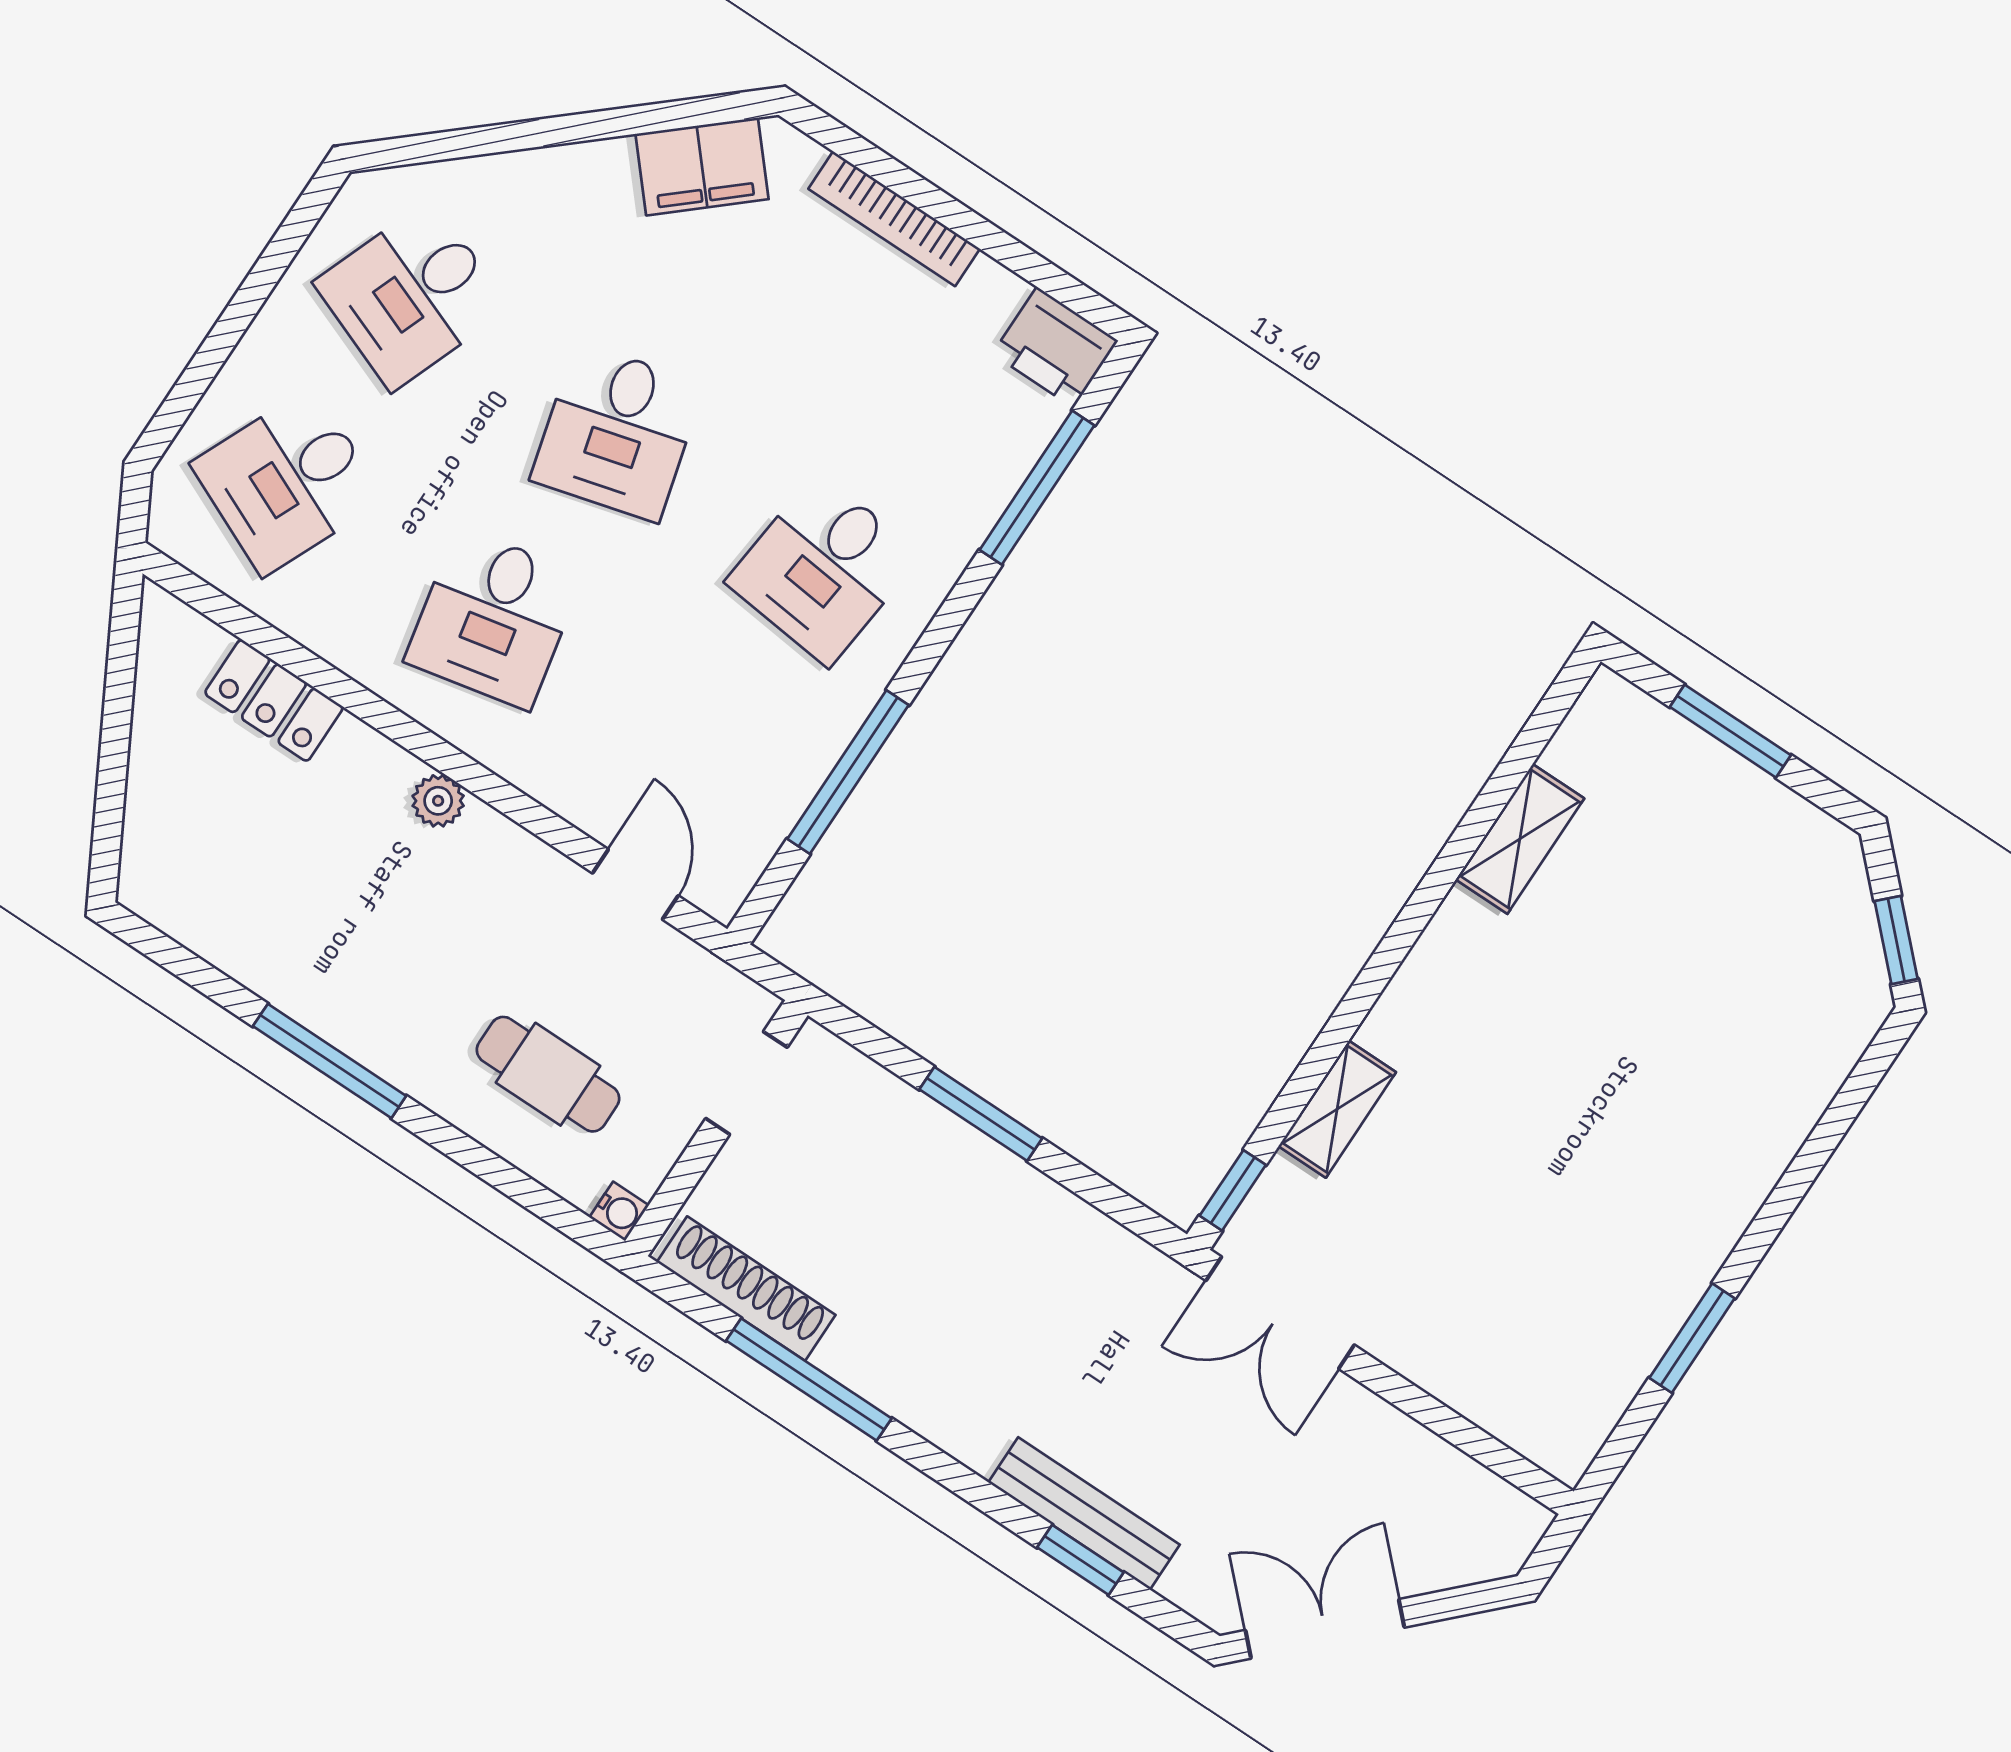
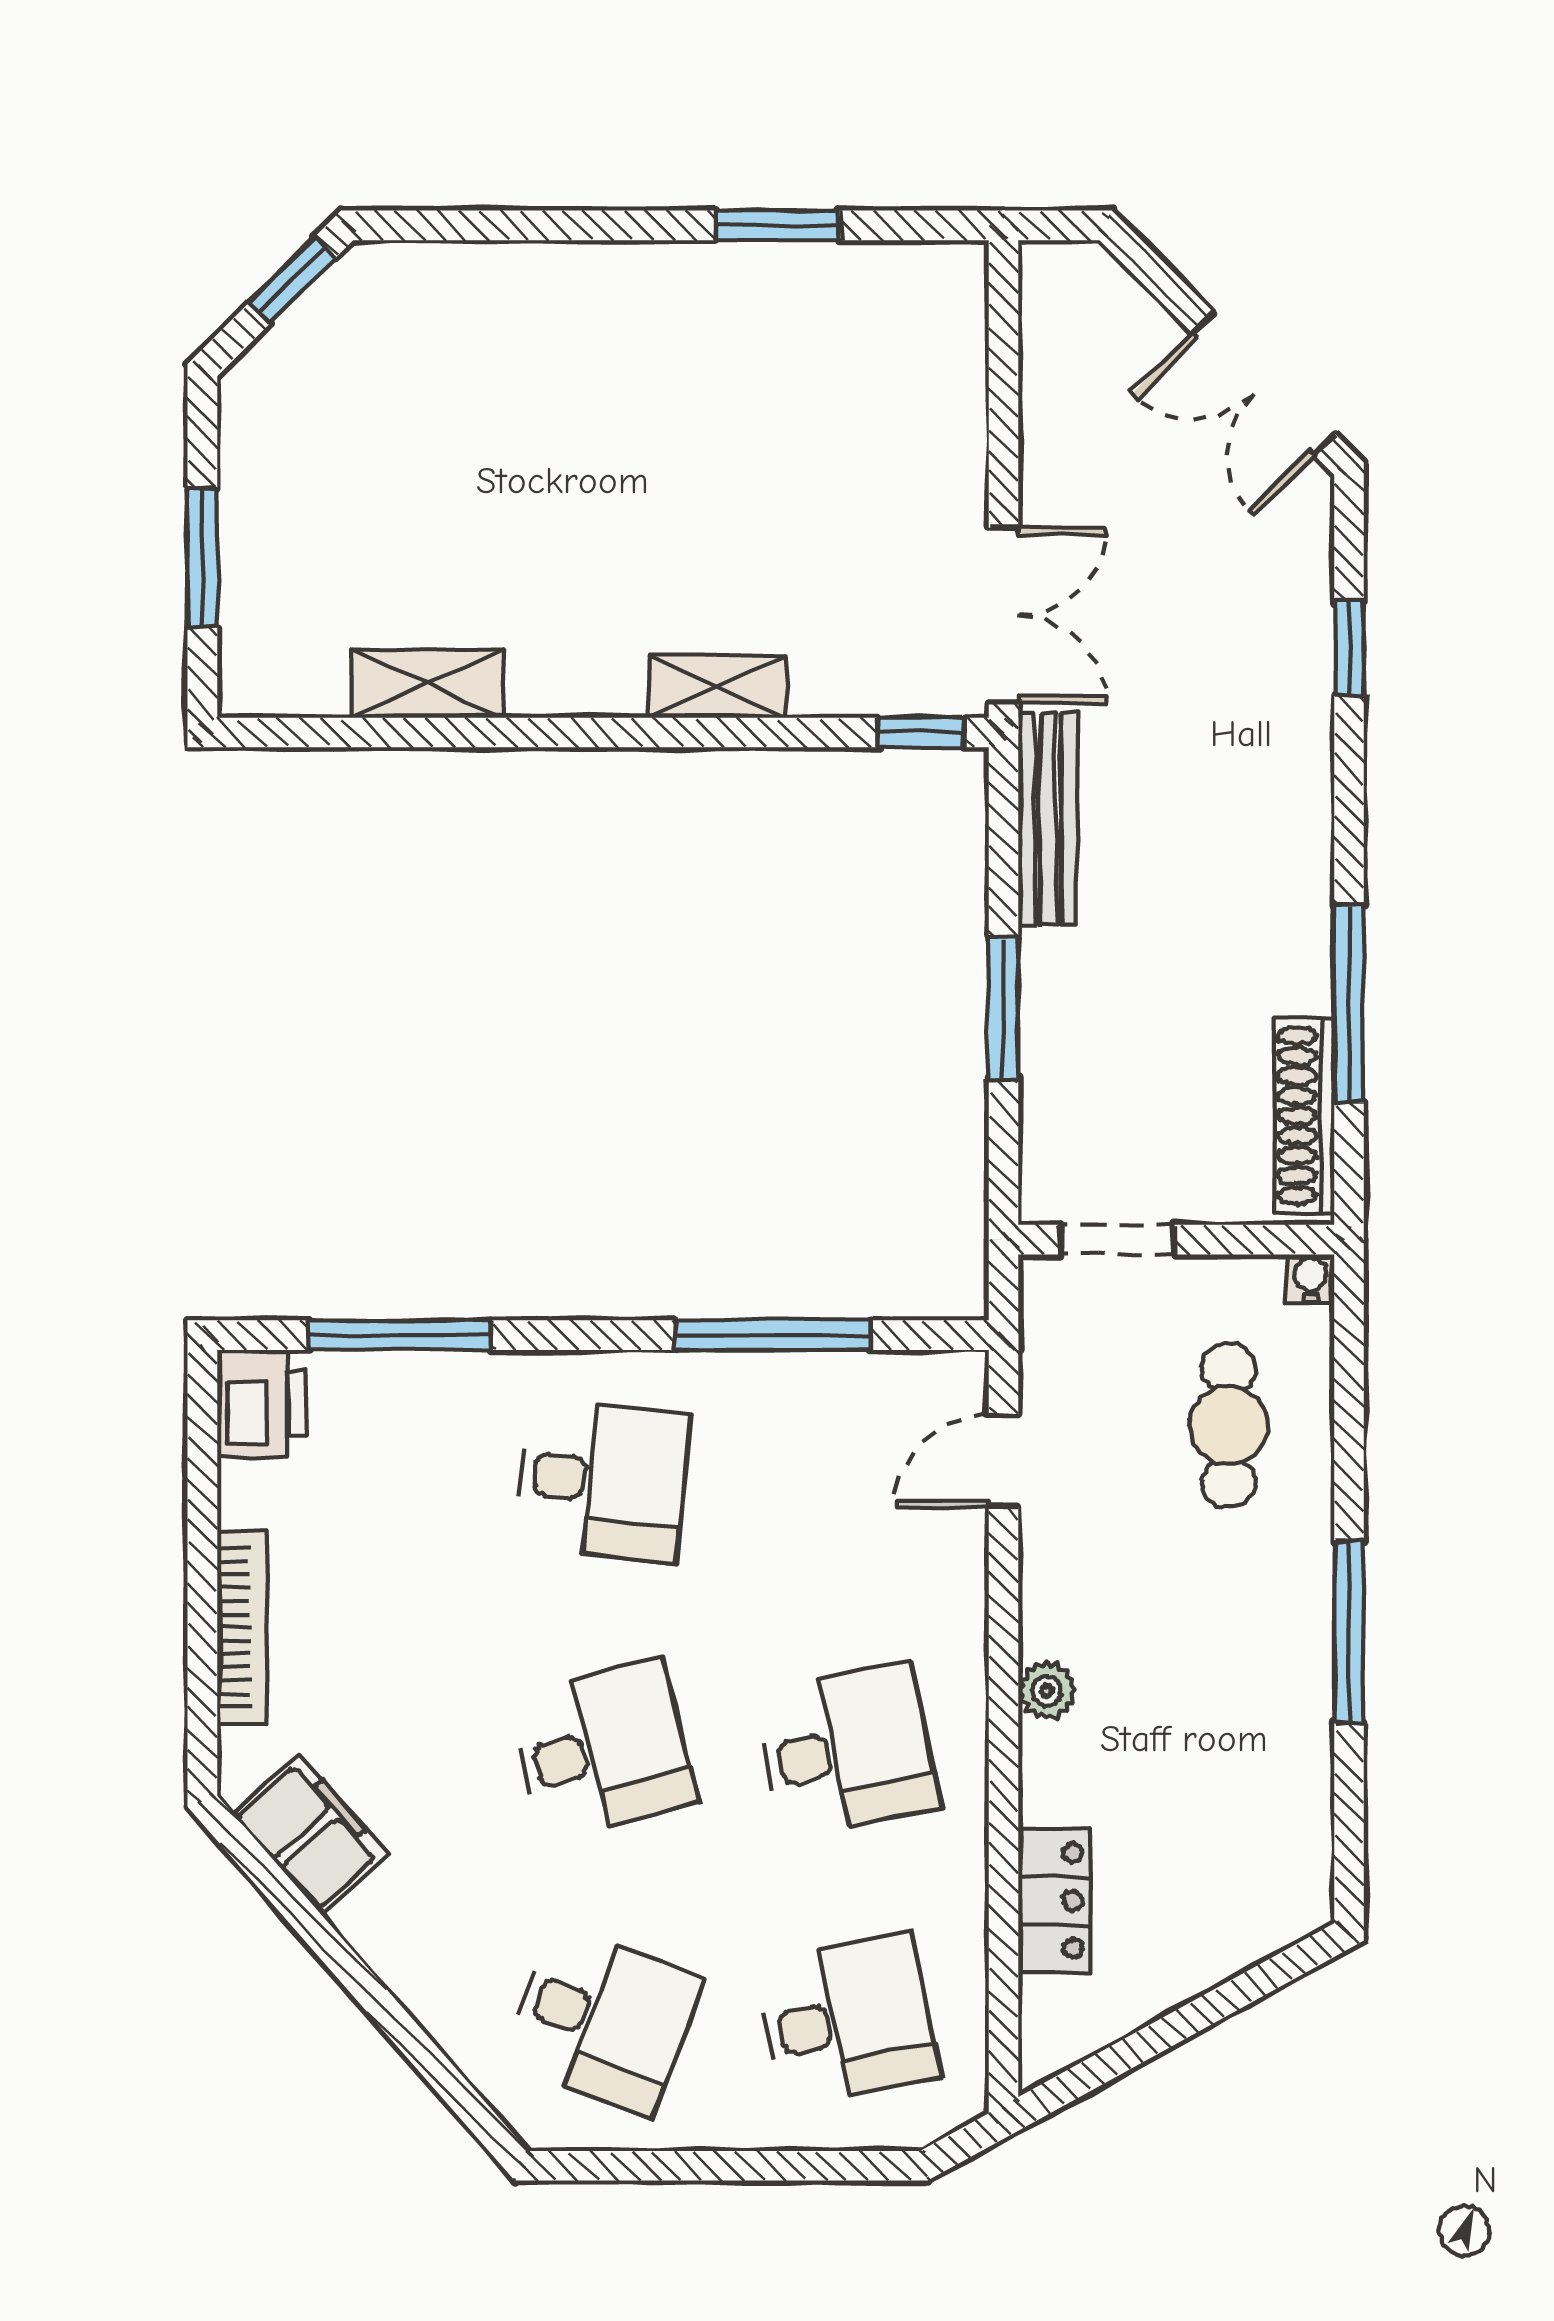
desk: (288, 482) -> (847, 2020), turned -36
shelving: (1337, 1109) -> (717, 687), moved
bench: (1084, 1513) -> (1048, 819), moved

